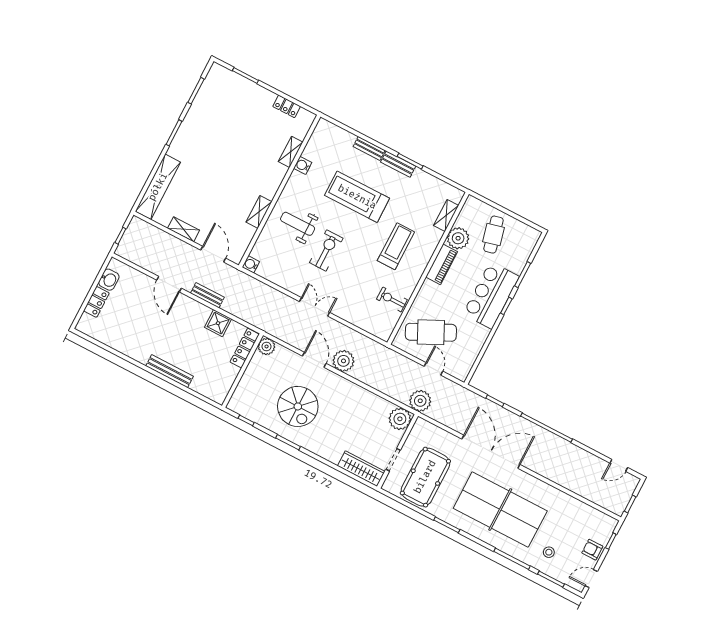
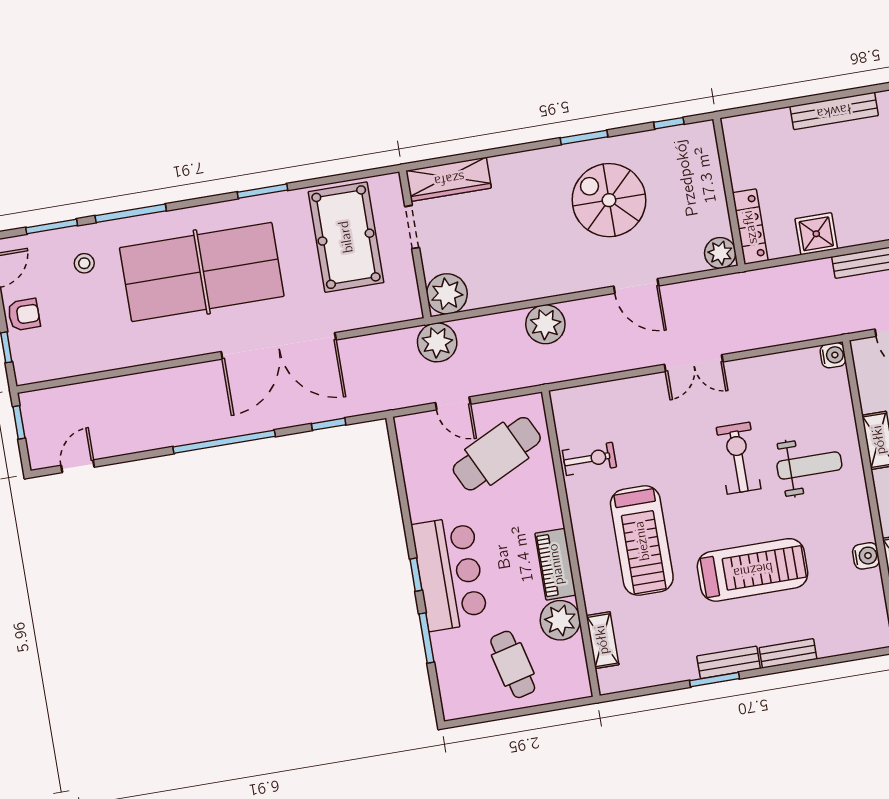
treadmill: (396, 246) -> (642, 541), width x1.37, depth x1.38
exercise bike: (326, 250) -> (738, 458), turned 180
plant: (343, 361) -> (545, 324), moved

